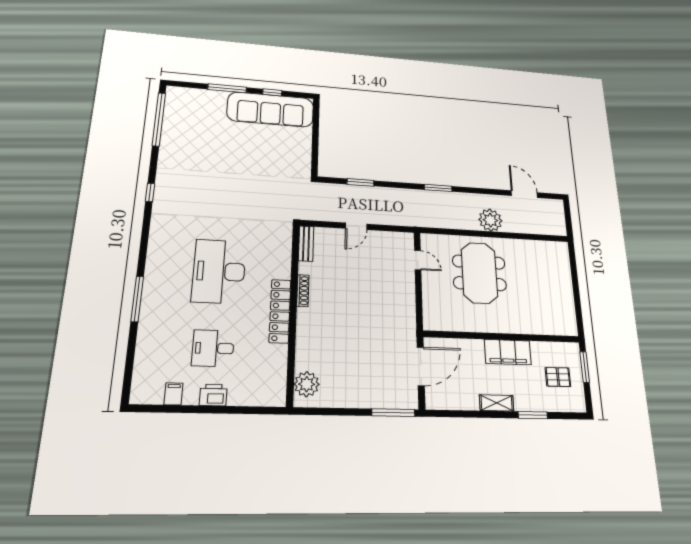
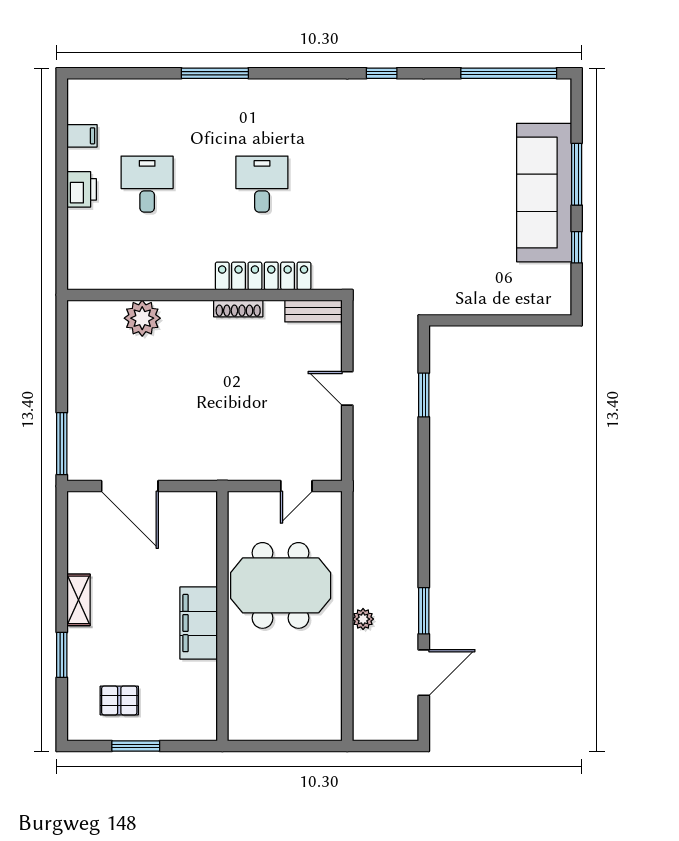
sofa: (271, 109) -> (544, 193), moved
window: (438, 188) -> (424, 611), moved
plant: (490, 220) -> (363, 619), width x0.53, depth x0.53
desk: (219, 271) -> (262, 184), width x0.53, depth x0.77
locker: (280, 311) -> (263, 276), moved
wall: (502, 337) -> (222, 616), moved
filing cabinet: (508, 352) -> (199, 623), moved
pallet: (558, 377) -> (119, 701), turned 90
plant: (307, 384) -> (142, 318), moved

